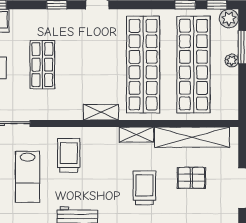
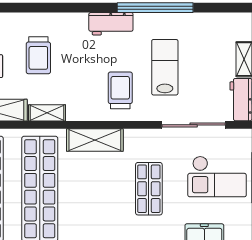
shelving: (101, 112) -> (95, 140), width x1.50, depth x1.33
trolley: (69, 155) -> (120, 90), turned 180

